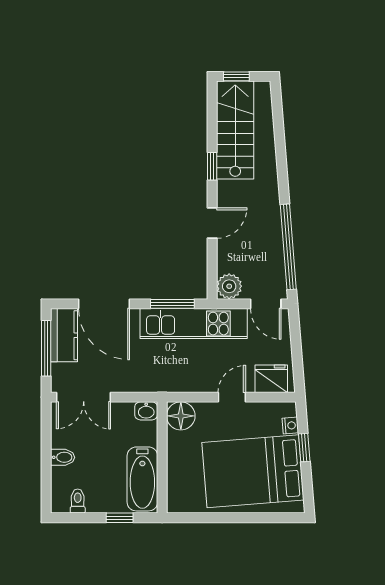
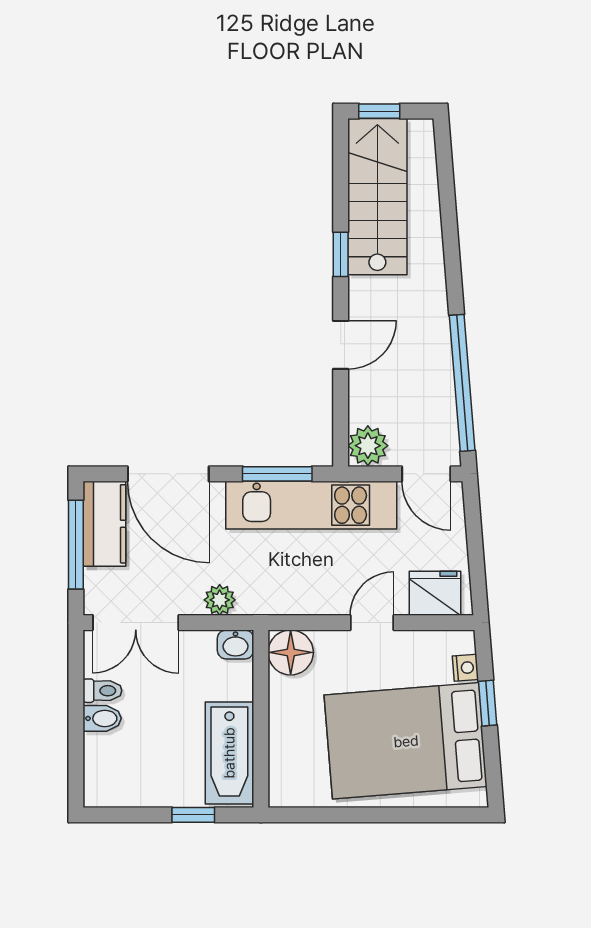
plant: (136, 383) -> (220, 600), added
toilet: (78, 501) -> (102, 691), moved, turned 90

